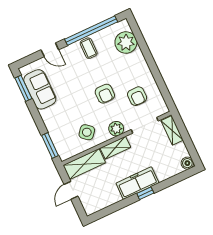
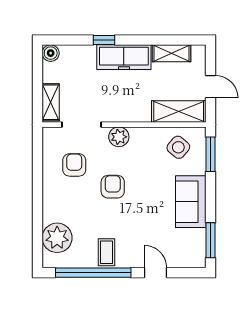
sofa: (40, 89) -> (191, 202), moved
side table: (87, 132) -> (178, 147), moved
shelving: (115, 148) -> (172, 53), moved
door: (71, 190) -> (210, 87), hinge flipped
window: (145, 193) -> (104, 40), moved

